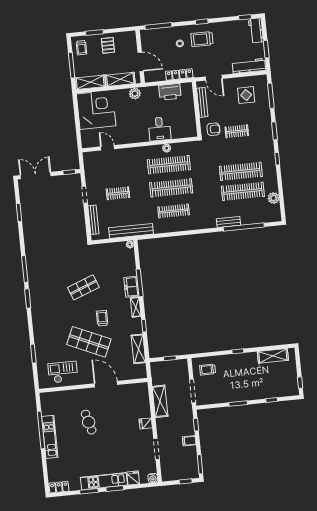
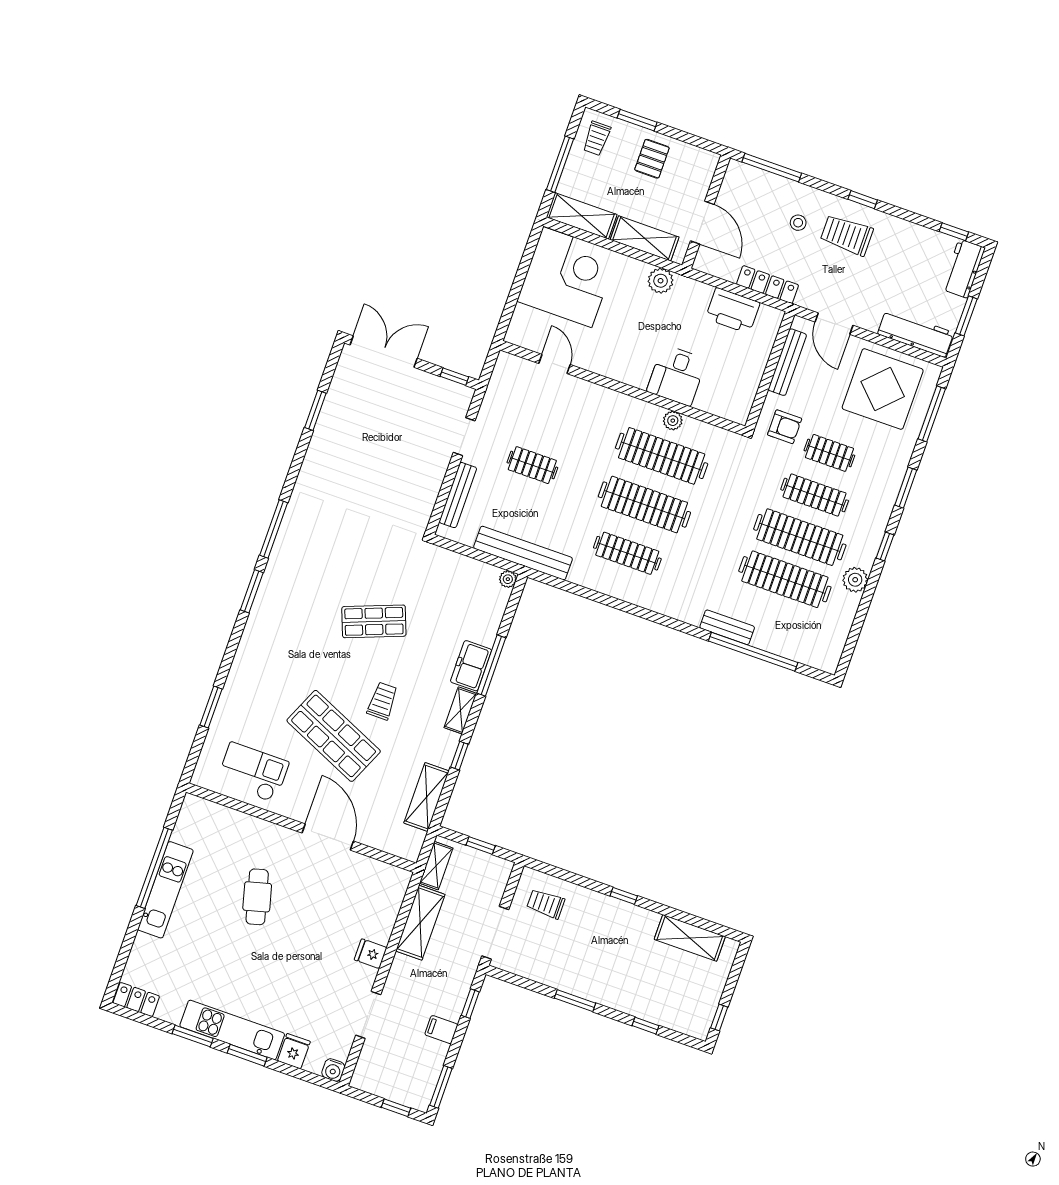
display table: (246, 95) -> (883, 389), width x1.86, depth x1.86
clothes rail: (239, 151) -> (815, 495), added
plant: (274, 198) -> (855, 580), moved
shelving: (156, 375) -> (436, 866), added

